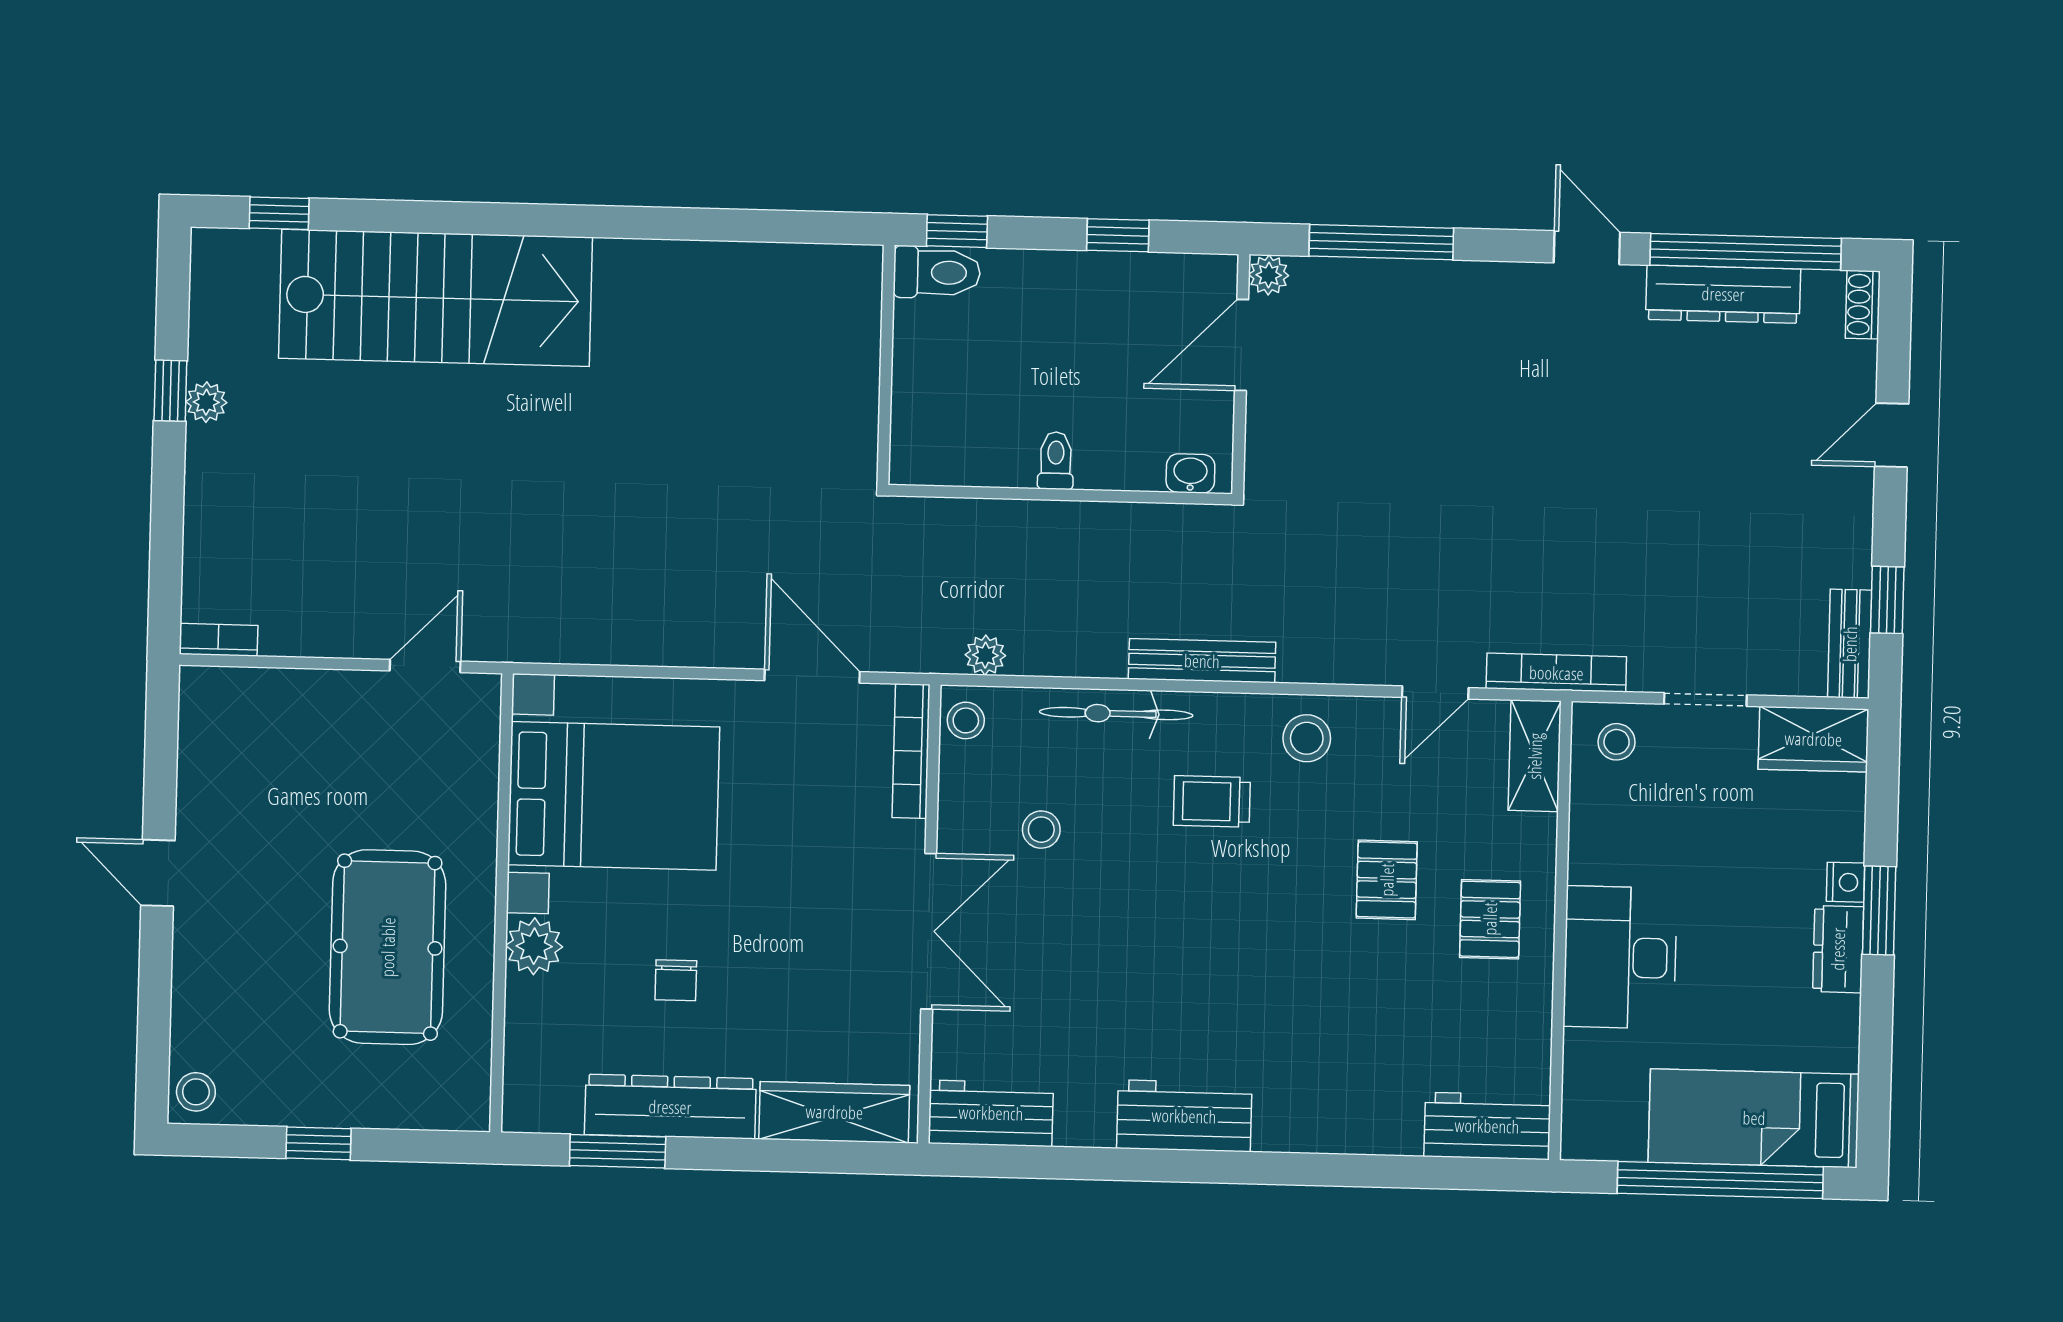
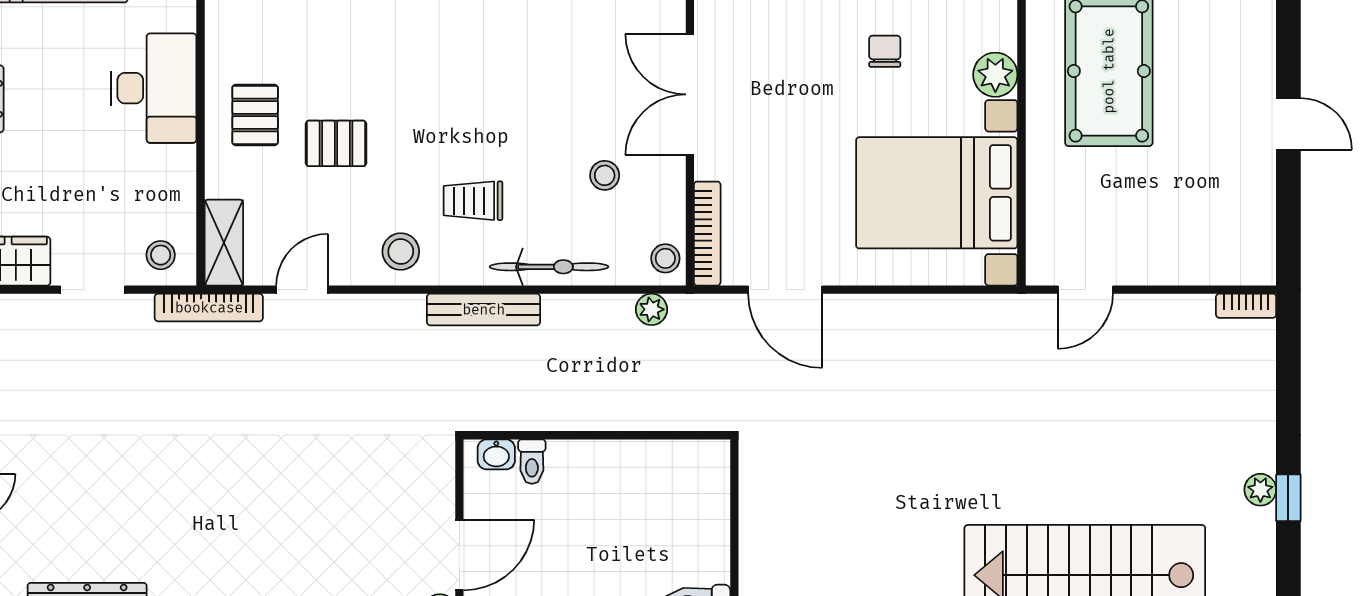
toilet: (1056, 461) -> (532, 462), moved
trolley: (1212, 801) -> (473, 201), turned 180
pallet: (1387, 880) -> (336, 143), turned 90

